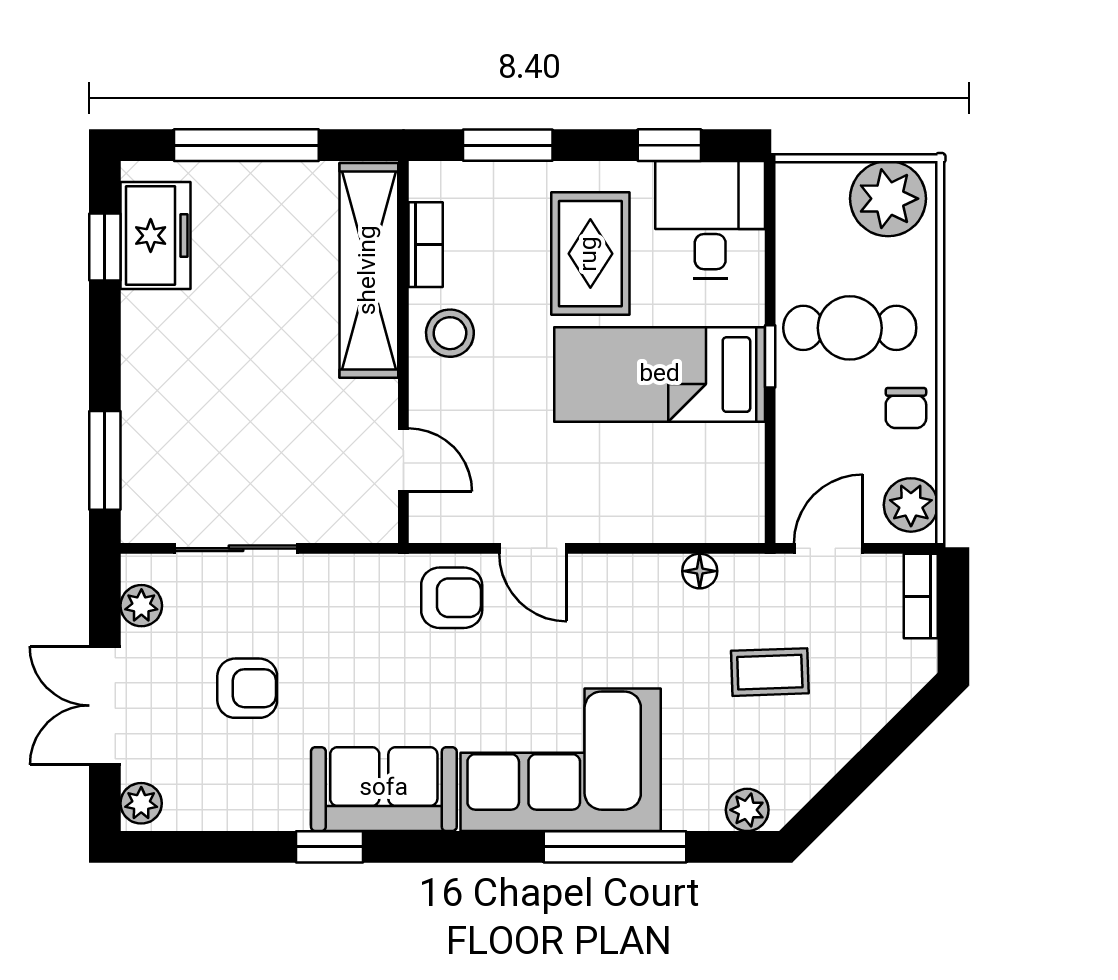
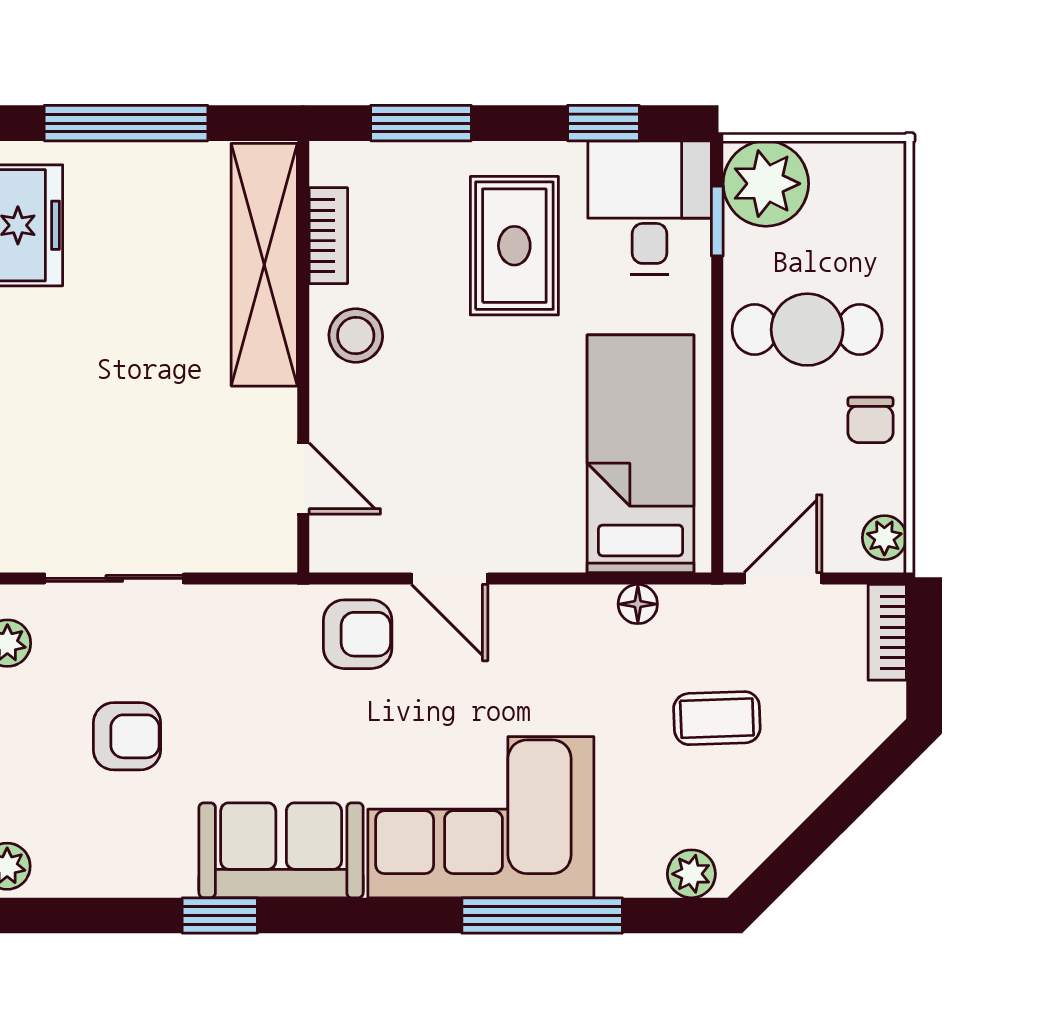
plant: (888, 199) -> (766, 184), moved
window: (770, 356) -> (717, 221), moved
bed: (660, 375) -> (641, 454), moved, turned 90
plant: (911, 505) -> (884, 538), width x0.73, depth x0.73

